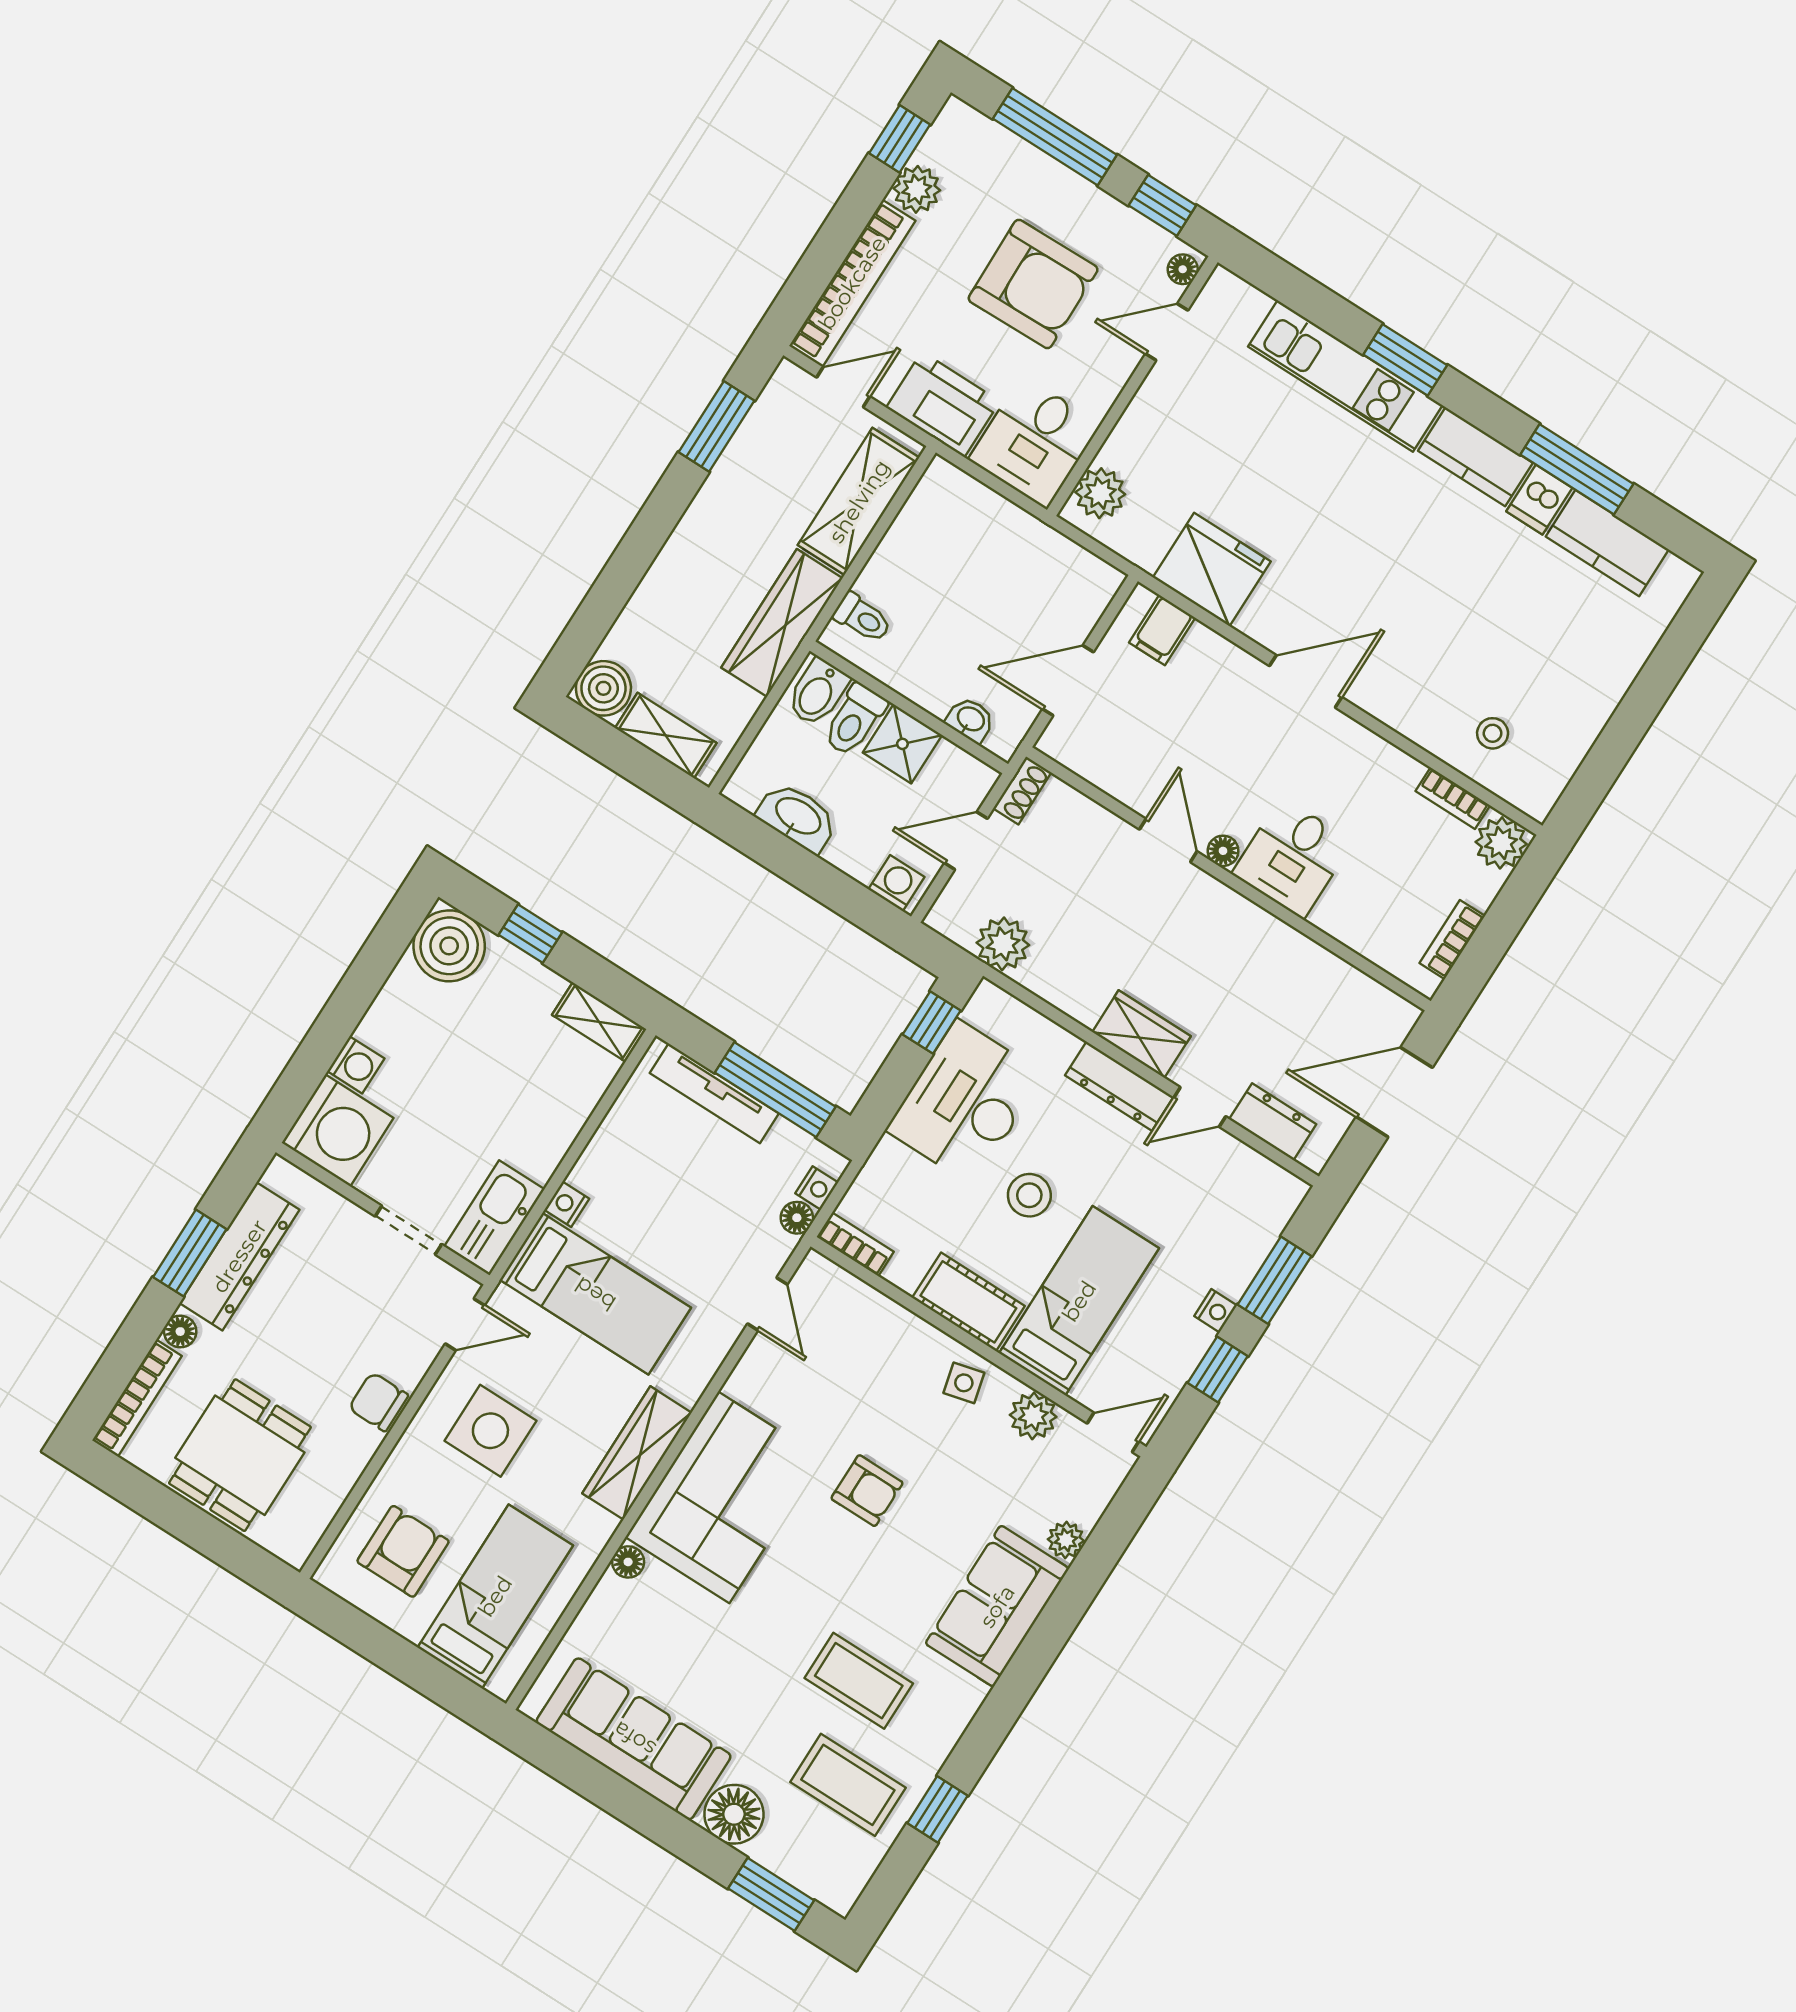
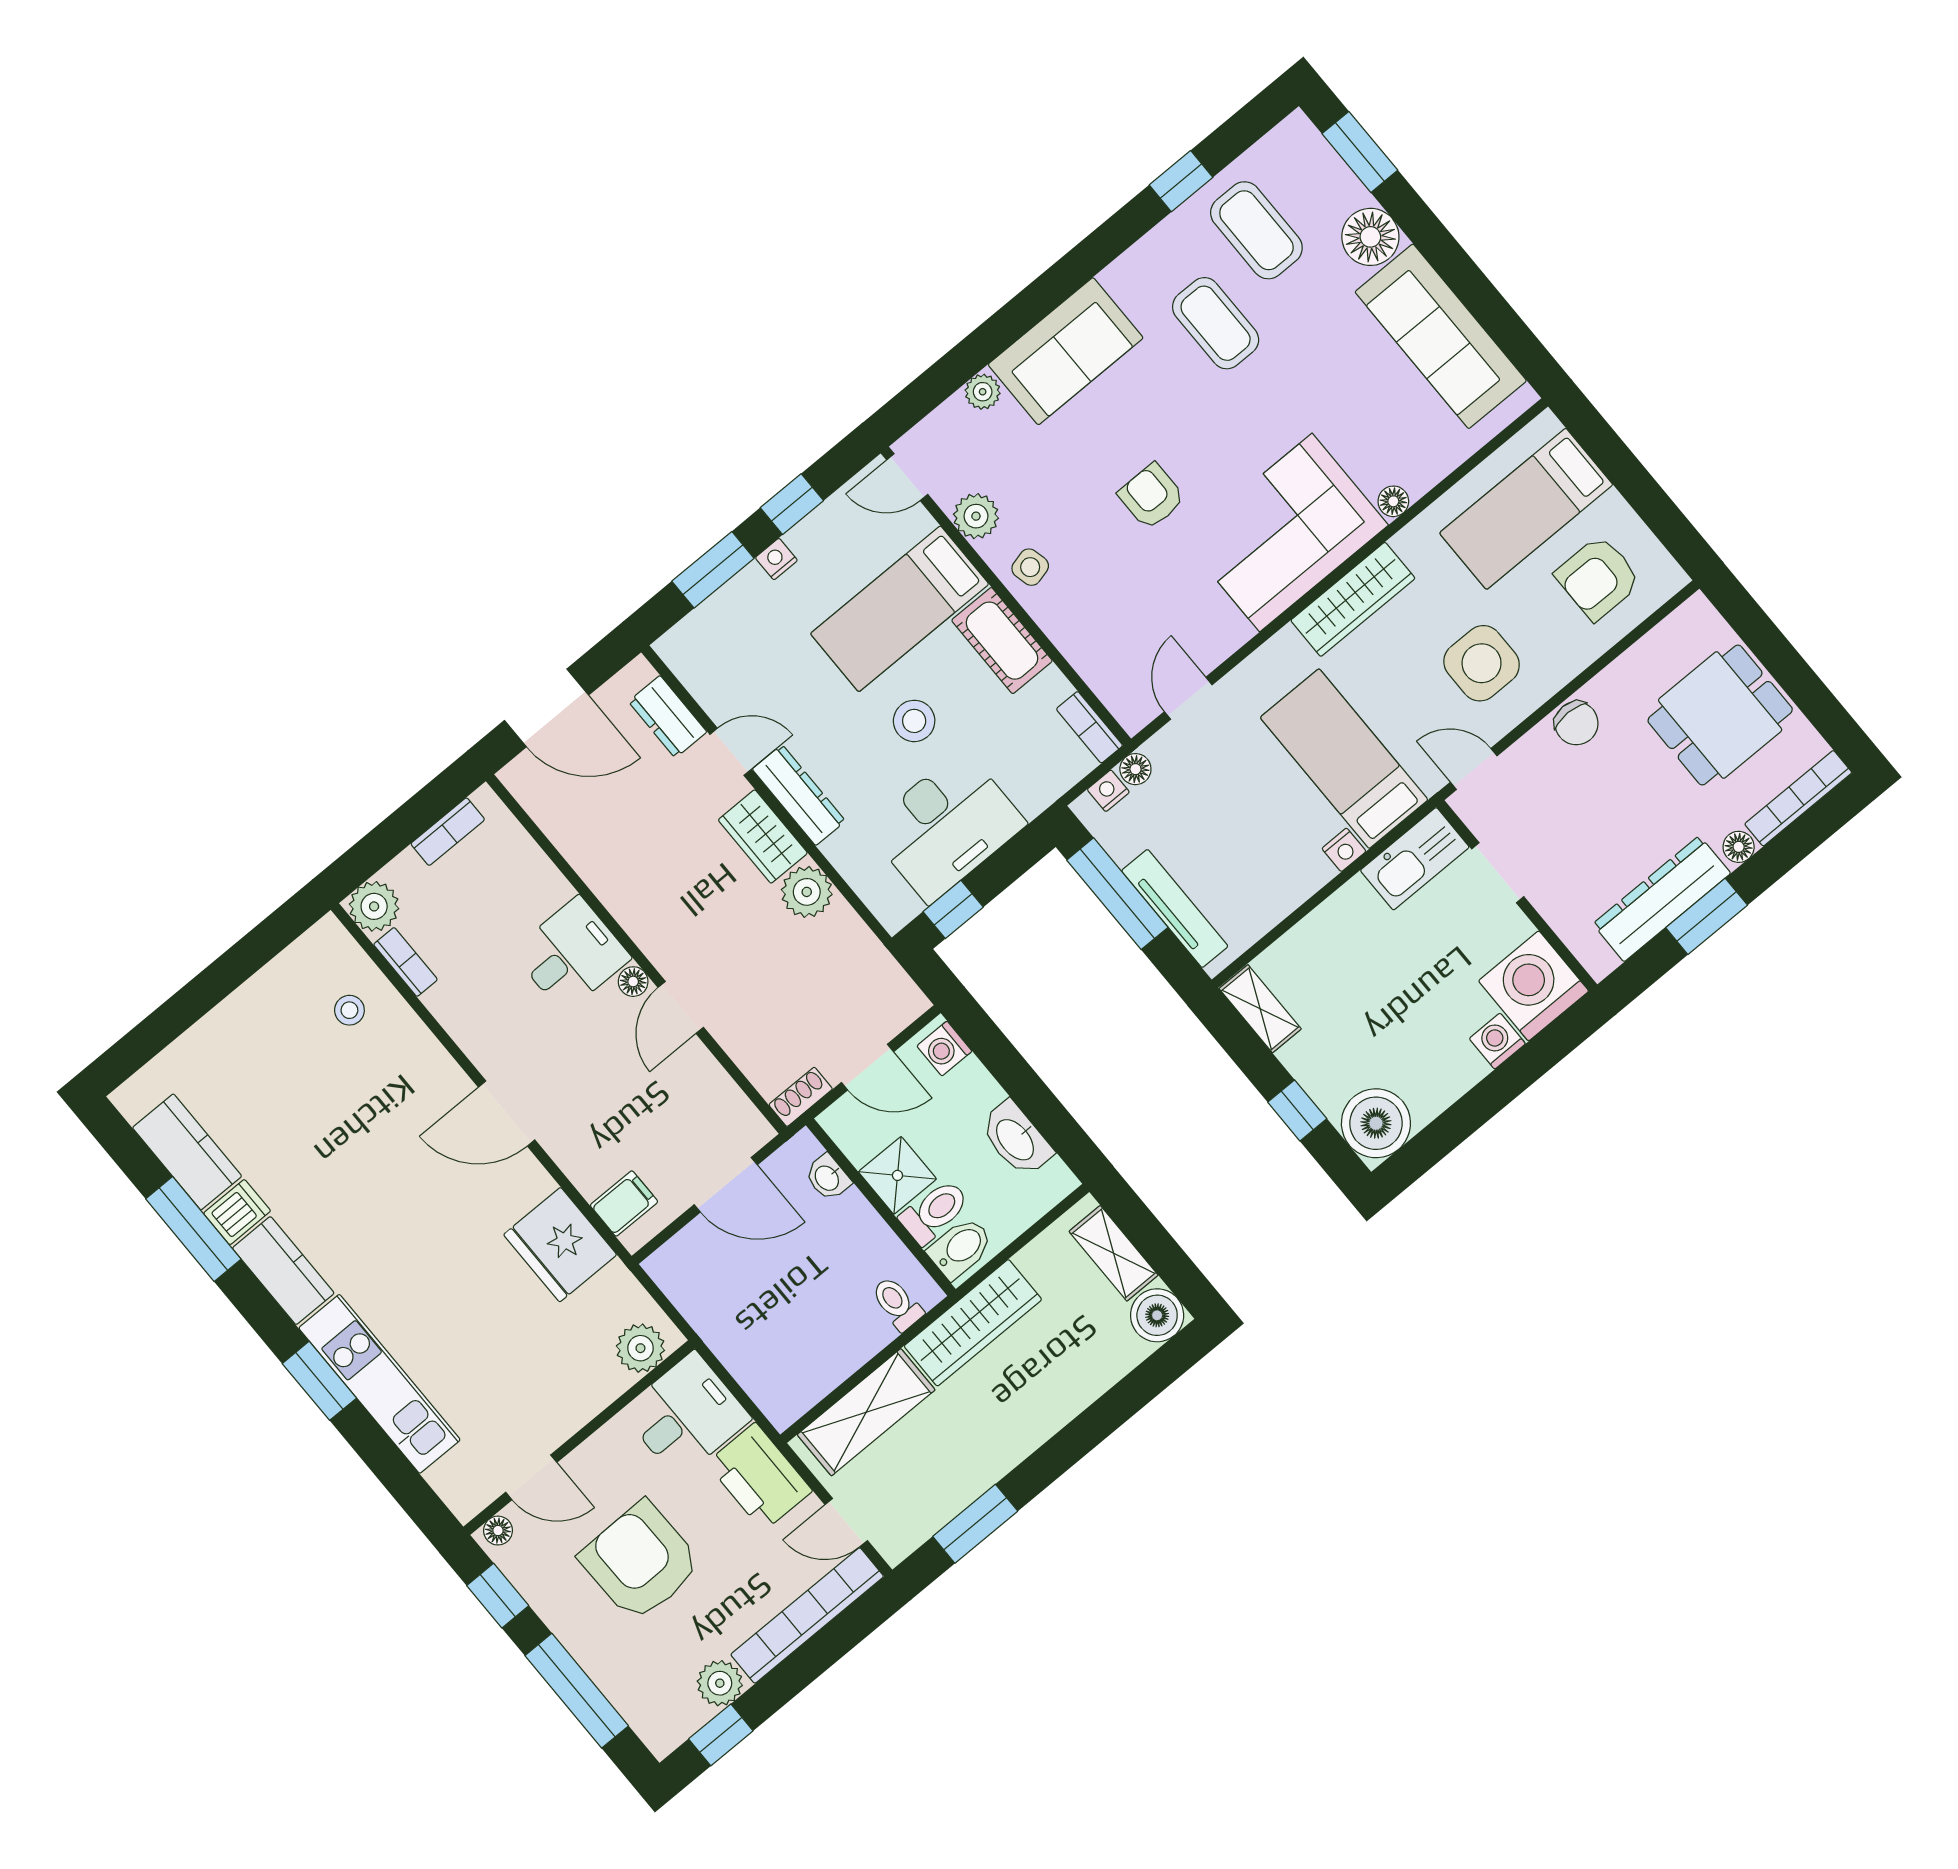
plant: (1003, 944) -> (807, 892), moved

